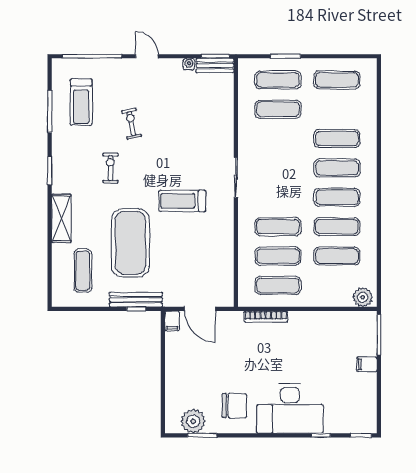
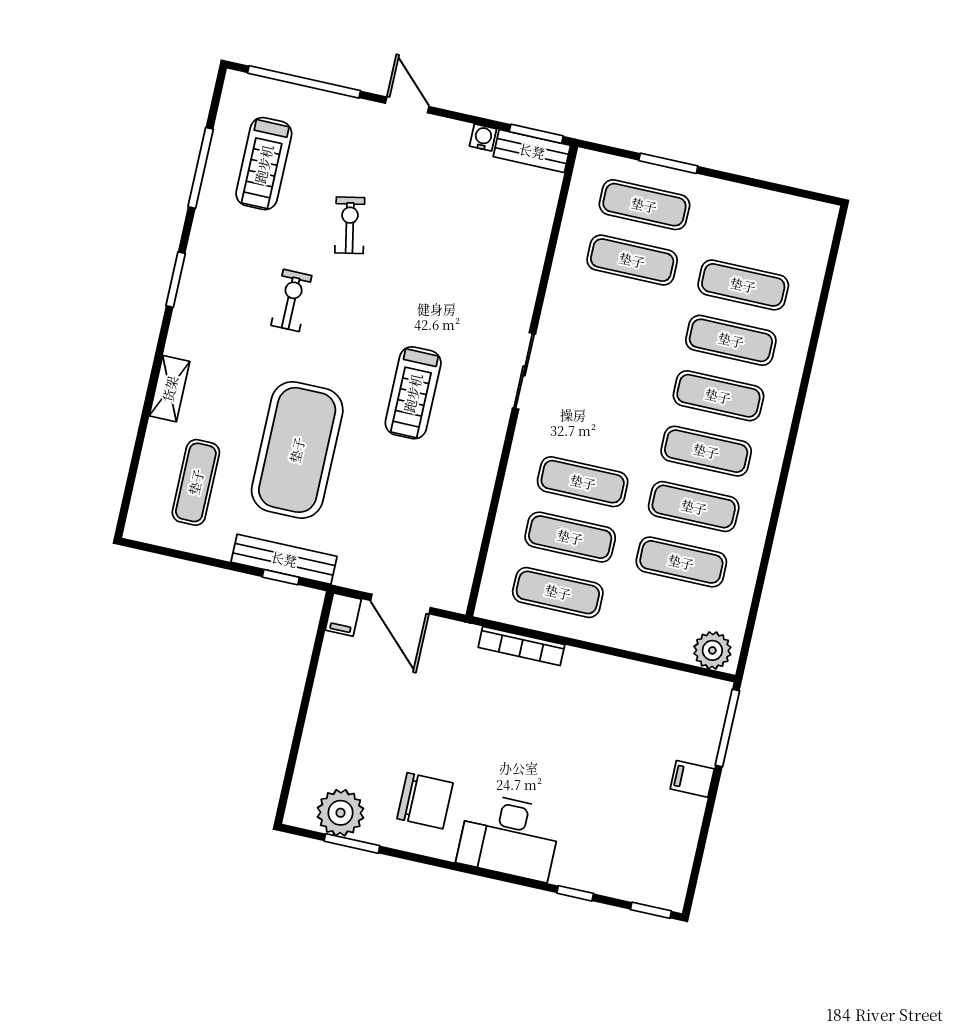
exercise mat: (337, 80) -> (743, 285), moved
treadmill: (182, 201) -> (413, 393), turned -90
shelving: (61, 218) -> (170, 389), width x0.67, depth x0.75
desk: (290, 409) -> (509, 837), width x0.73, depth x0.77

